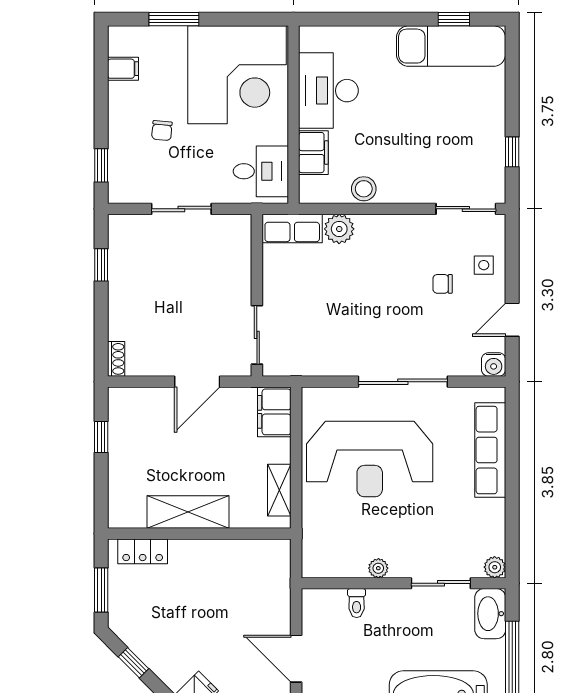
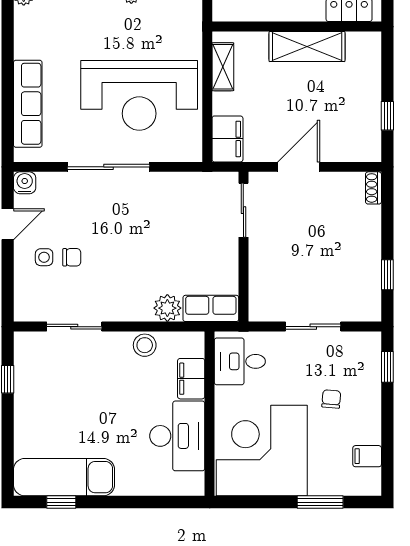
sliding door: (466, 209) -> (74, 327), moved
side table: (484, 265) -> (44, 257), moved
reception desk: (370, 459) -> (139, 95), turned 180

